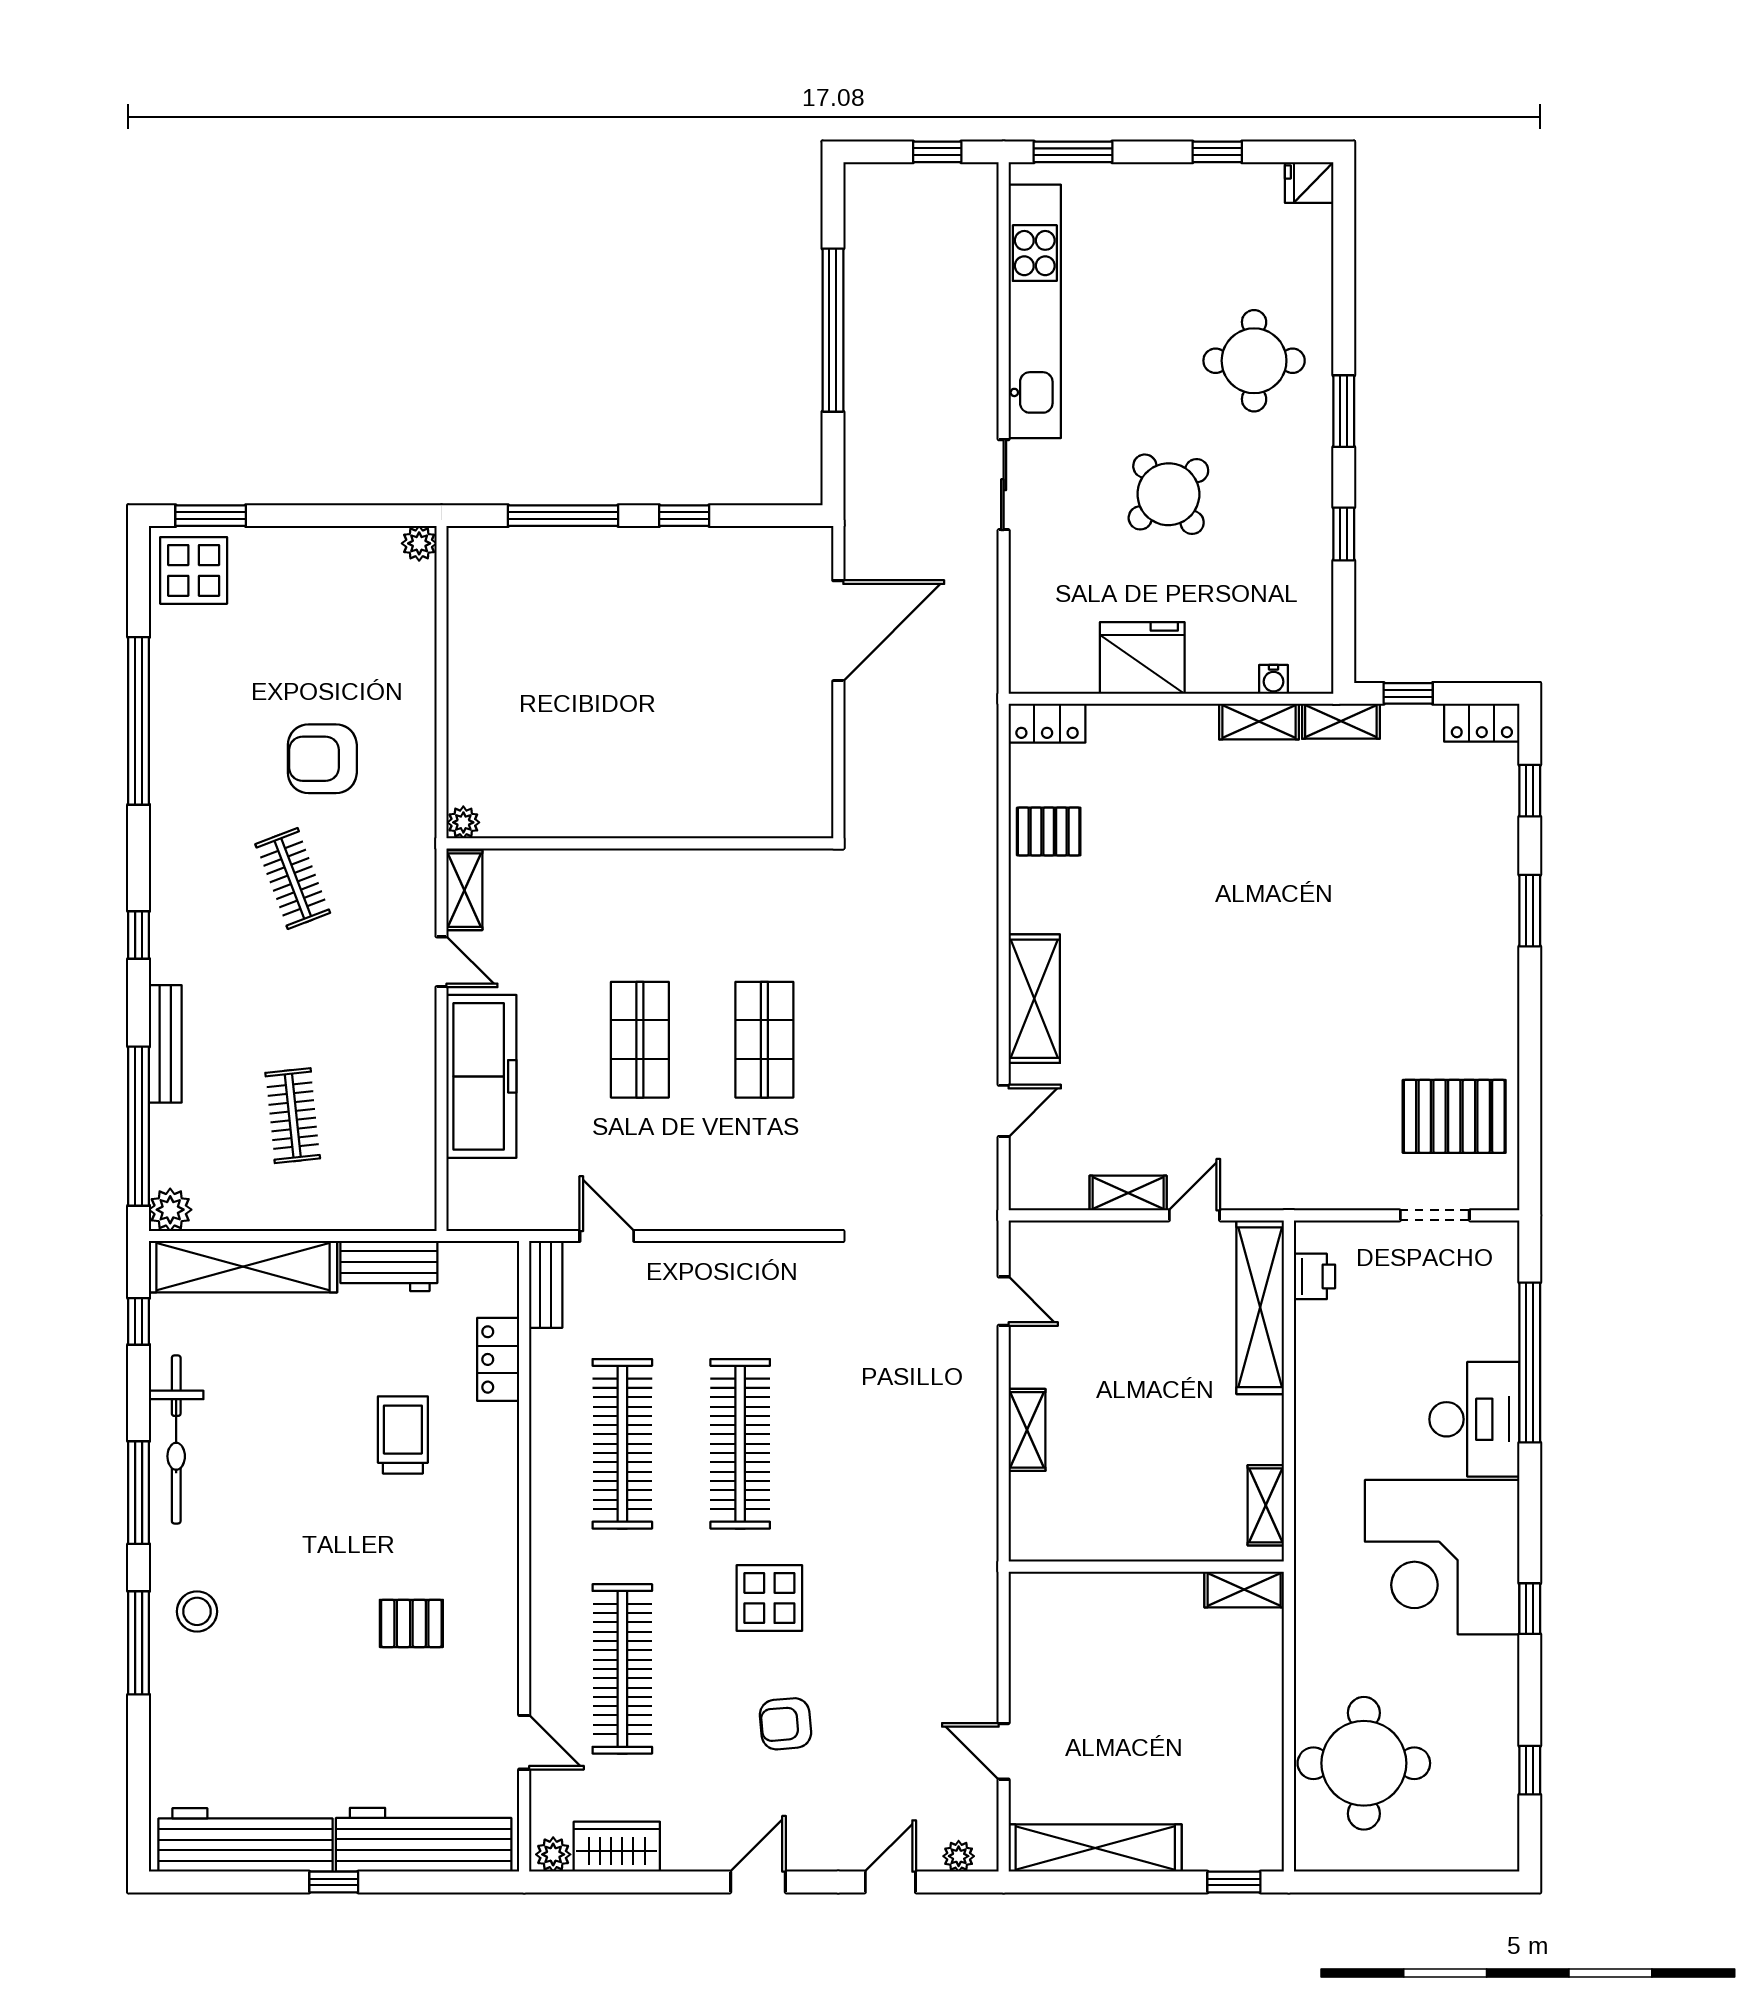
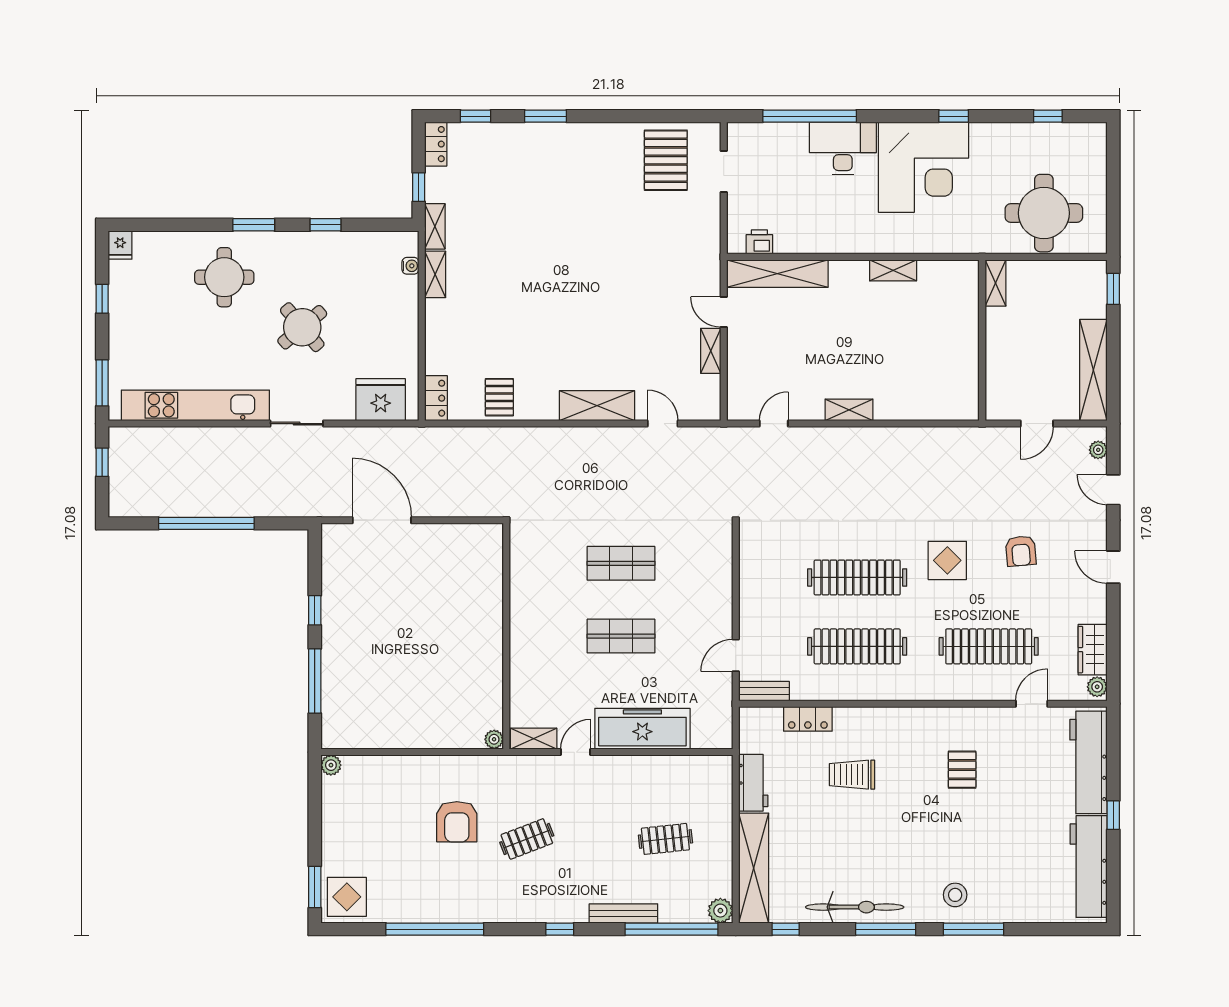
fridge: (1142, 658) -> (381, 400), moved, turned 90
wall: (1146, 1567) -> (982, 340), moved
shelving: (1244, 1590) -> (995, 283), moved

